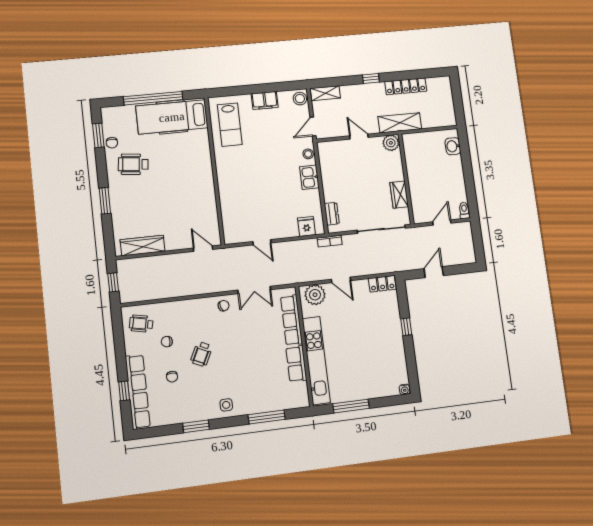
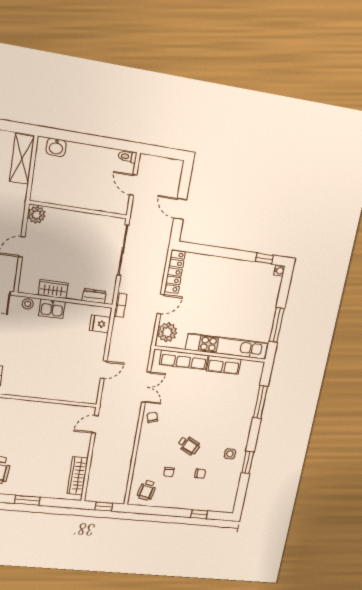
shelving: (400, 123) -> (22, 159), moved
wardrobe: (399, 195) -> (53, 289), moved, turned 180
locker: (382, 284) -> (175, 272), width x1.53
window: (406, 327) -> (264, 258), moved
row of seats: (138, 392) -> (203, 504), removed
side table: (226, 405) -> (230, 454), moved

